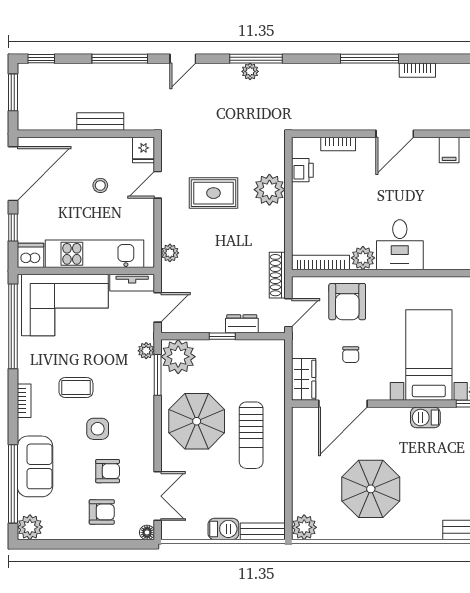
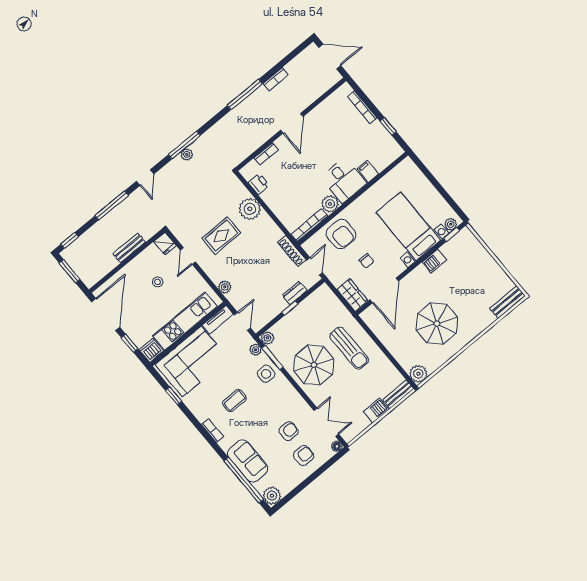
filing cabinet: (449, 150) -> (368, 171), moved, turned 180
window: (13, 326) -> (174, 396), width x0.32
plant: (178, 357) -> (267, 338), width x0.53, depth x0.53
side table: (98, 429) -> (266, 374), moved

